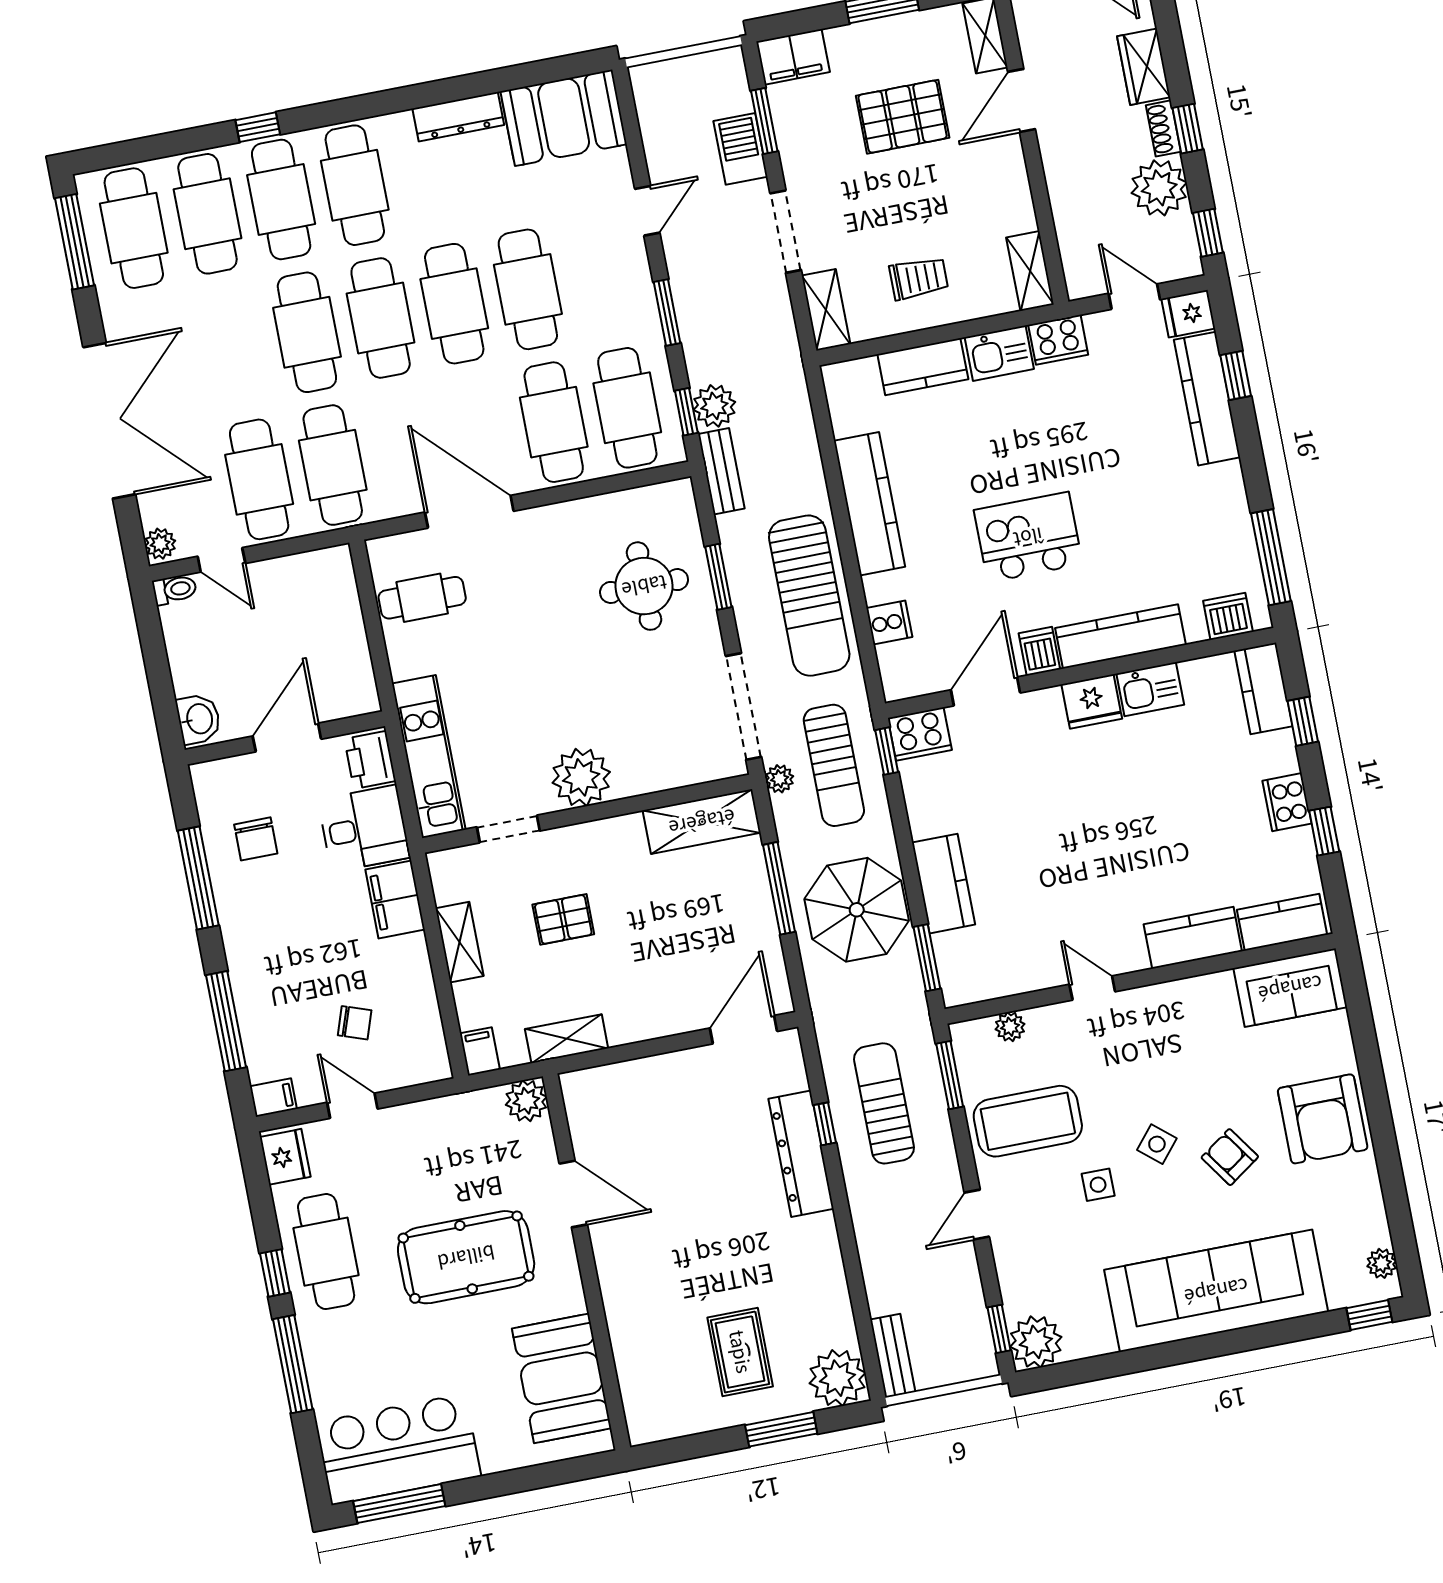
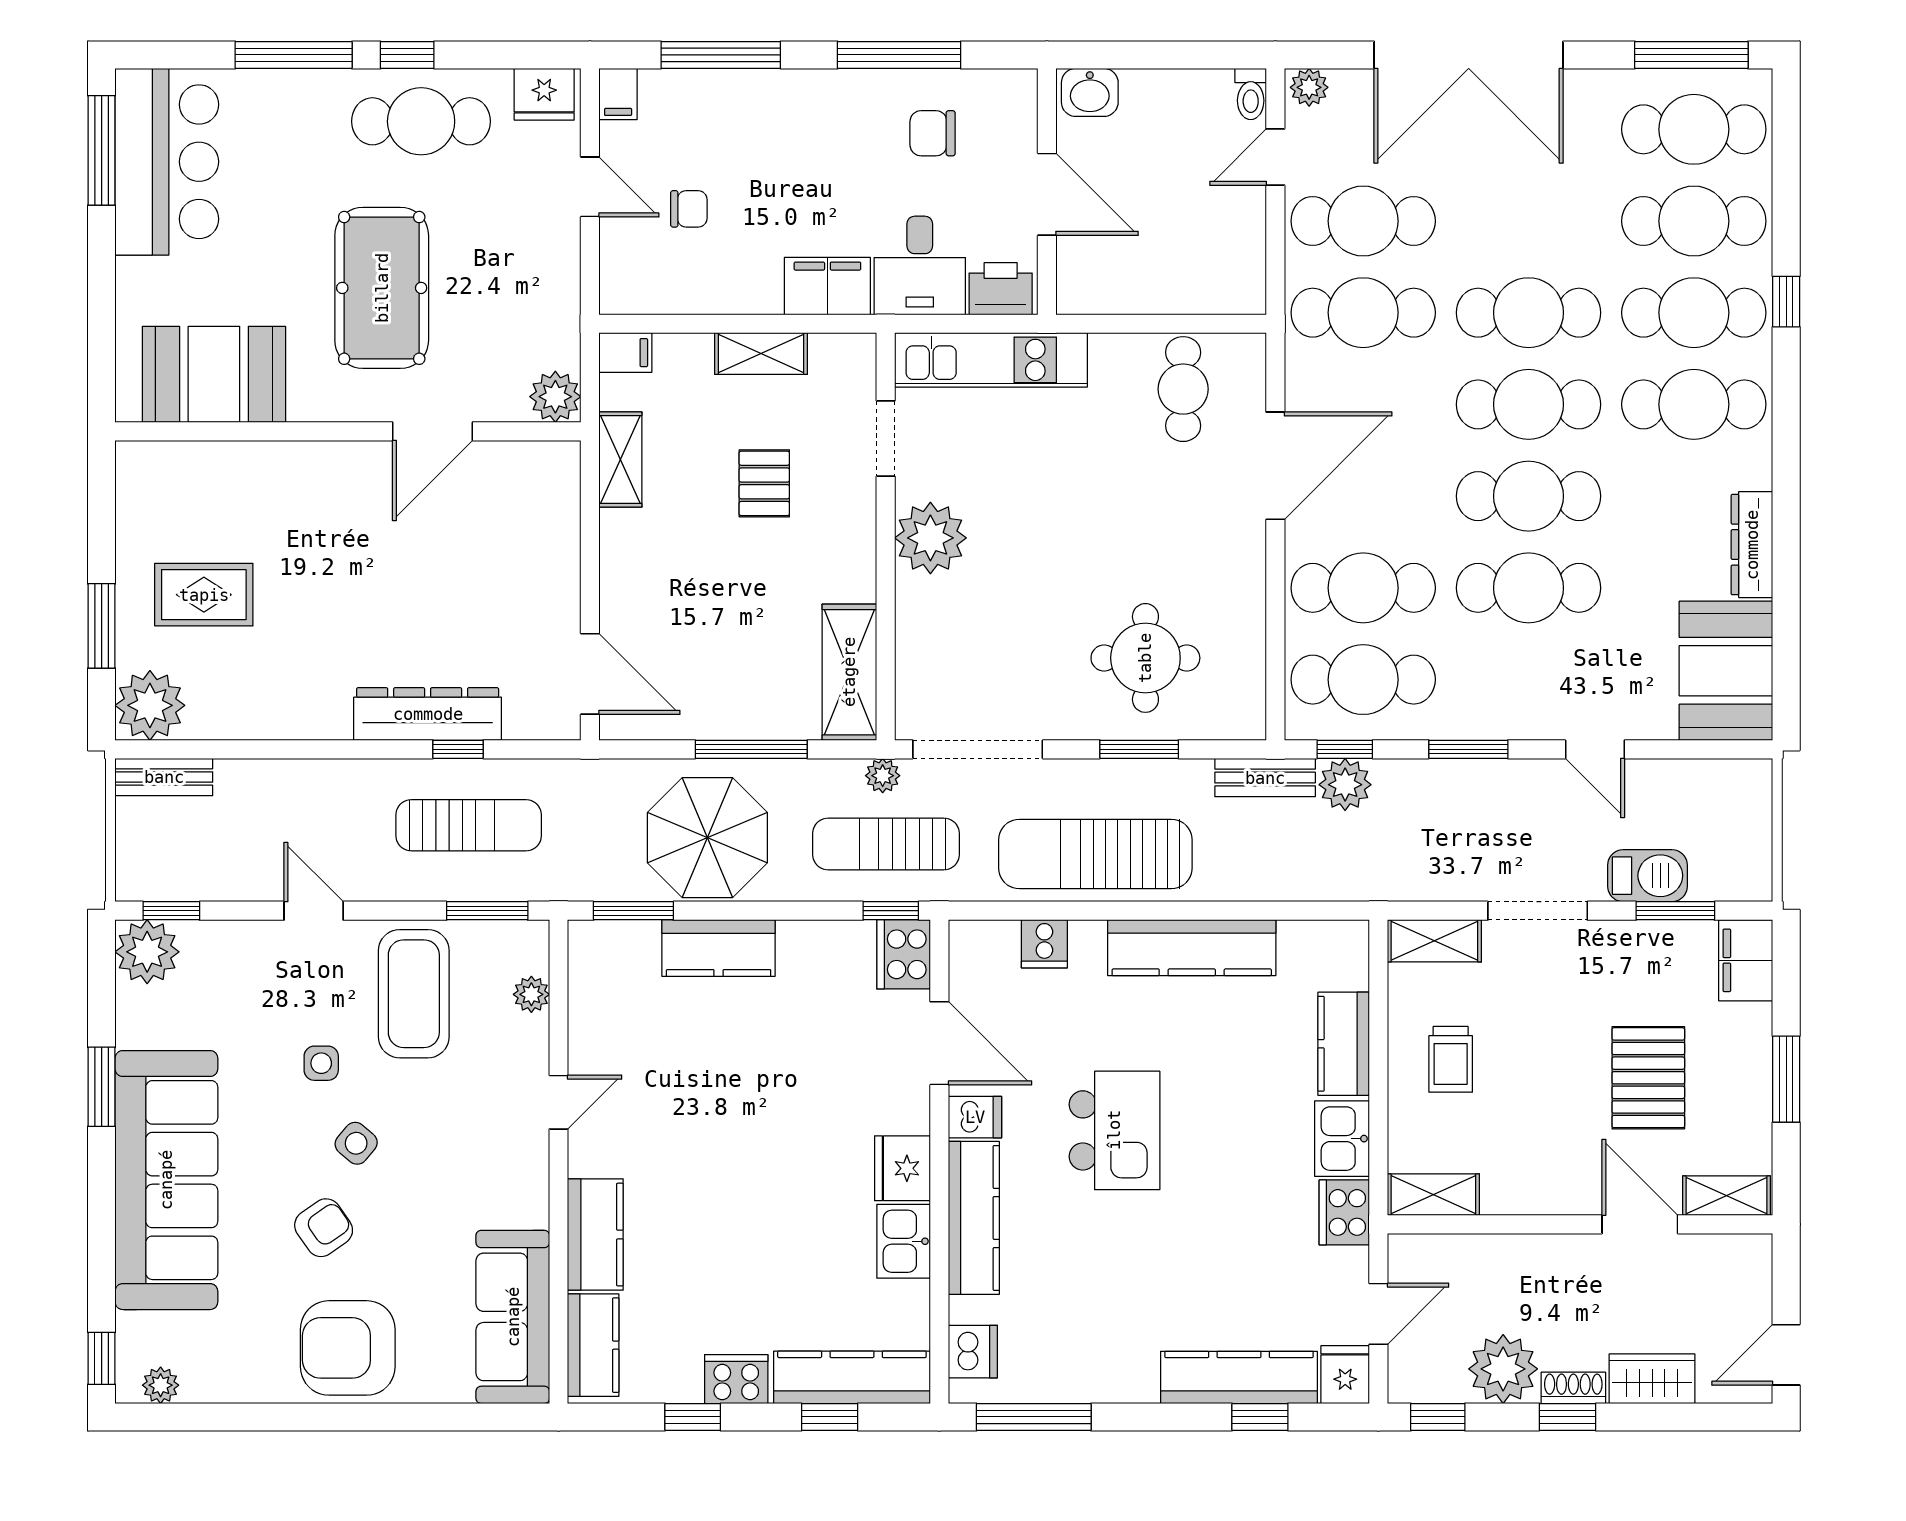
kitchen counter: (1263, 688) -> (852, 1377), width x1.50
sofa: (1290, 988) -> (513, 1317), width x1.36
chair: (355, 1023) -> (689, 209), turned -109
door: (352, 1106) -> (590, 187), hinge flipped
window: (1151, 1357) -> (102, 1087), added

